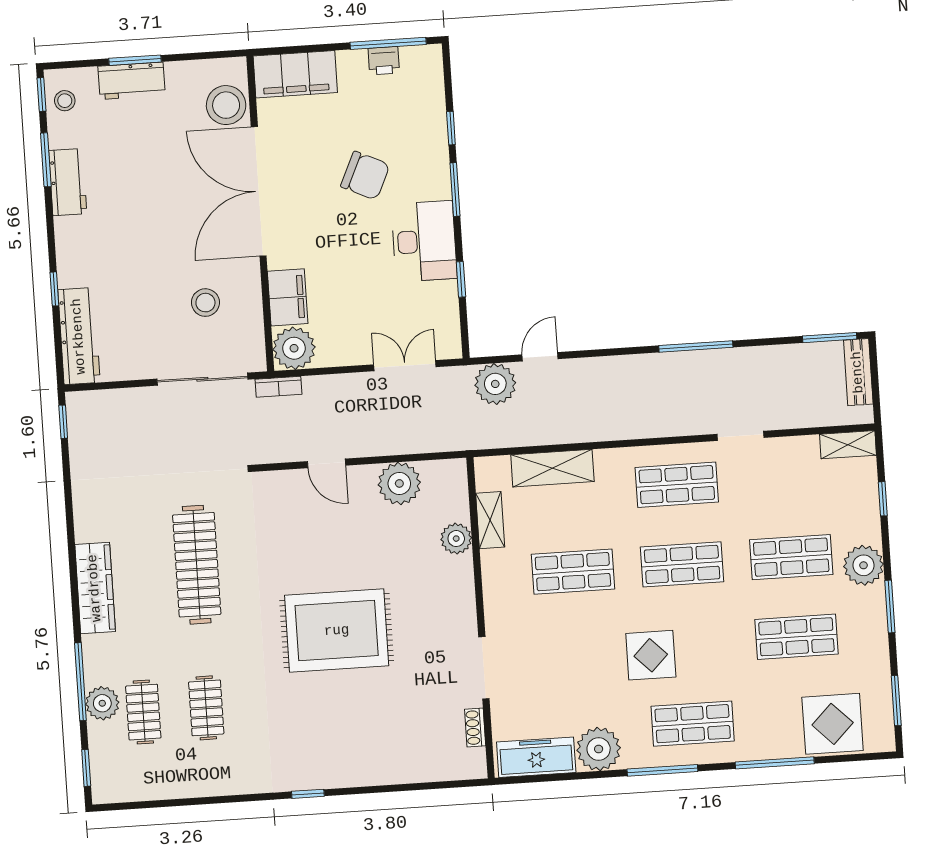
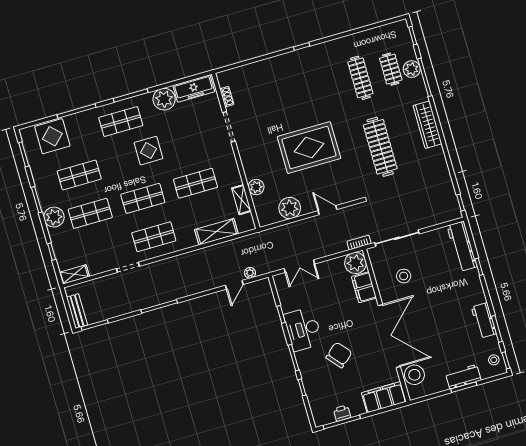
chair: (365, 176) -> (339, 355), turned 114
plant: (495, 384) -> (250, 273), width x0.53, depth x0.53
rug: (337, 631) -> (309, 148), moved
clothes rail: (206, 708) -> (360, 78), width x1.36

